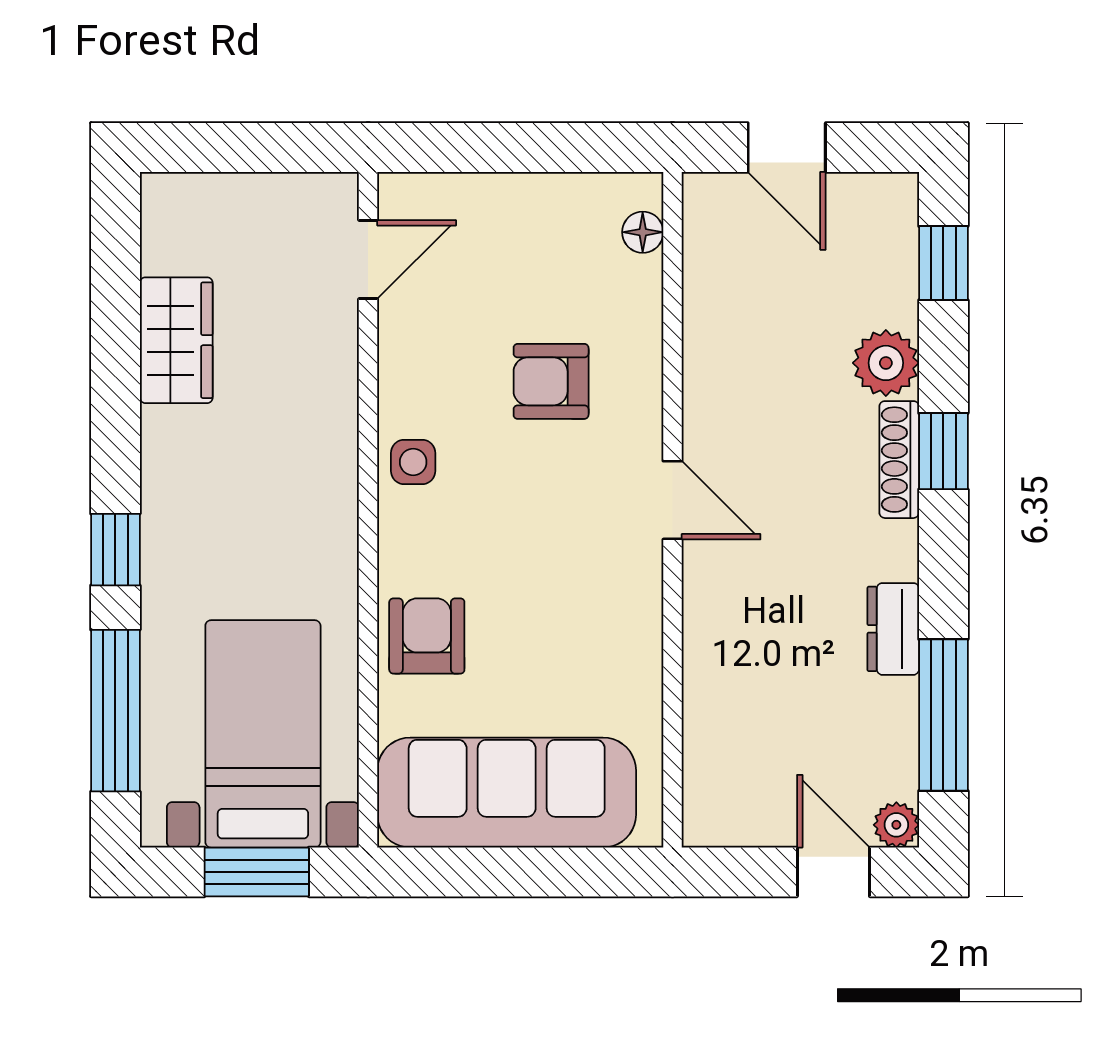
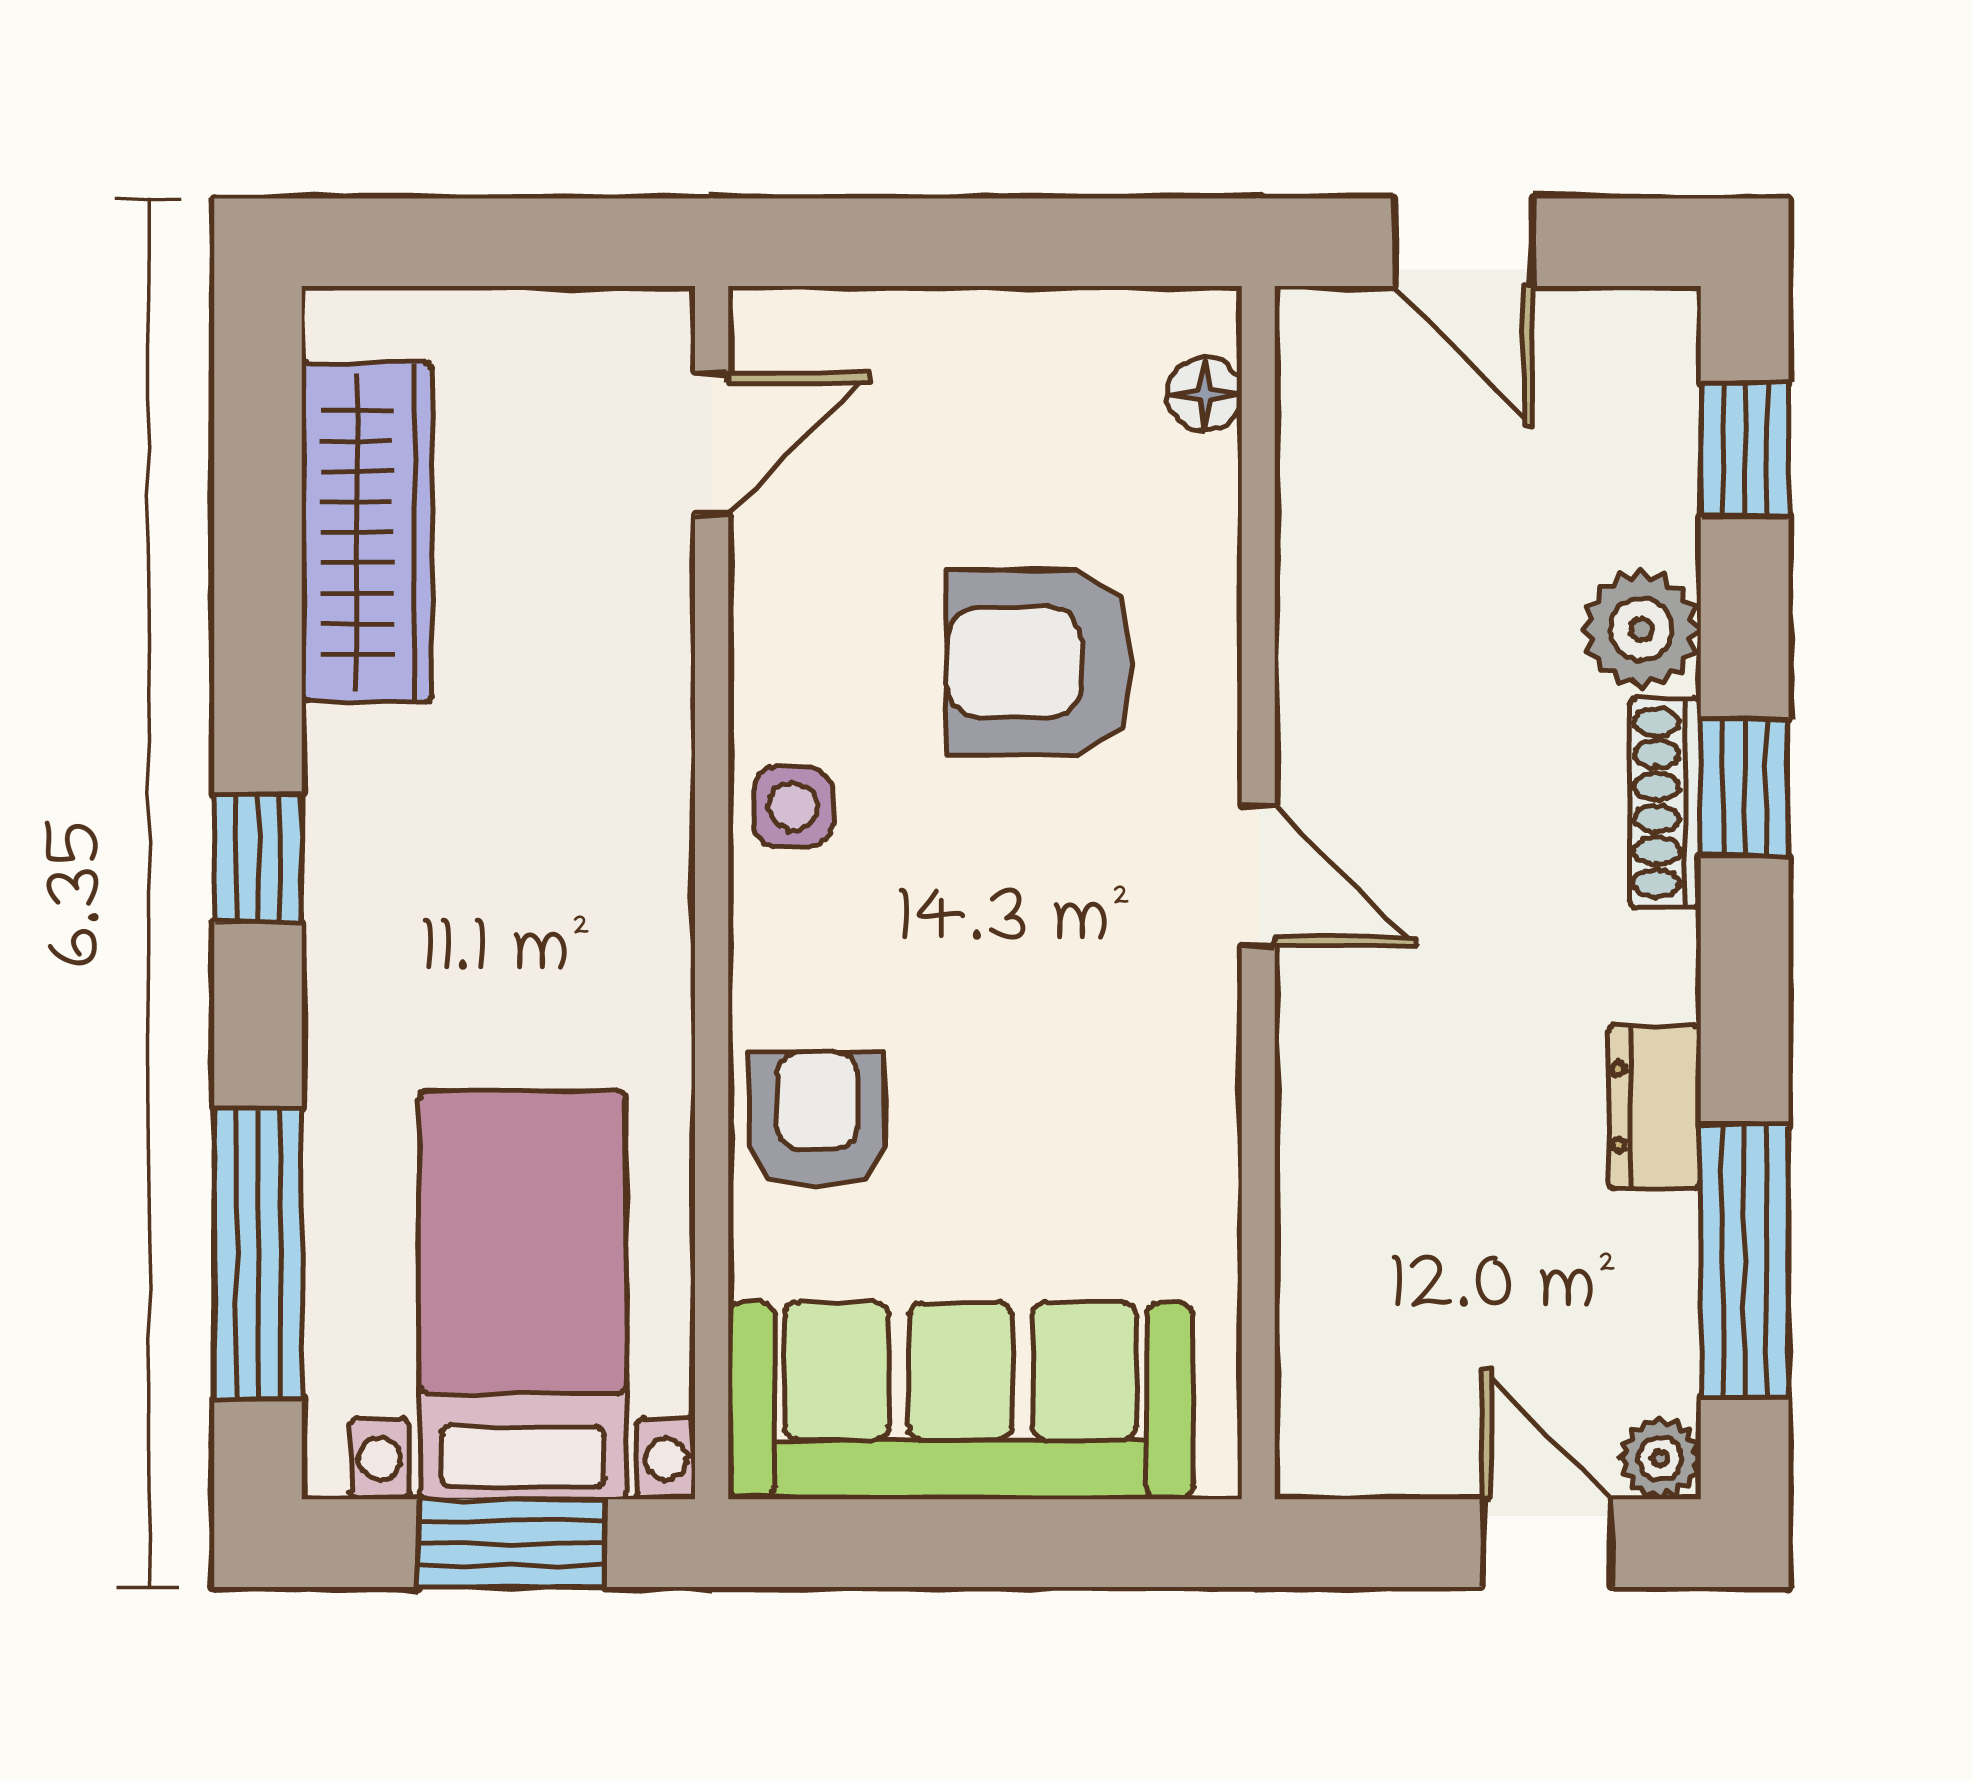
wardrobe: (176, 340) -> (367, 532), width x1.50
armchair: (551, 381) -> (1040, 662), width x1.38, depth x1.38
window: (115, 550) -> (258, 858), moved

